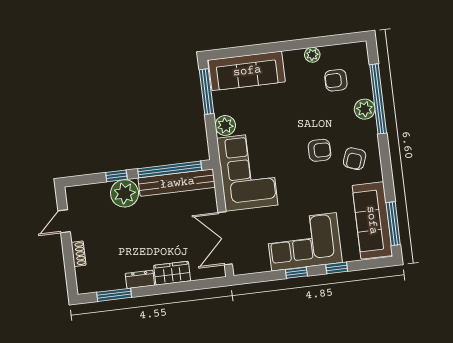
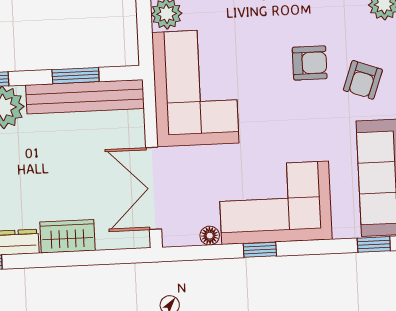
window: (170, 169) -> (76, 76), width x0.47
floor lamp: (263, 266) -> (210, 236), added
window: (337, 268) -> (374, 244), moved

